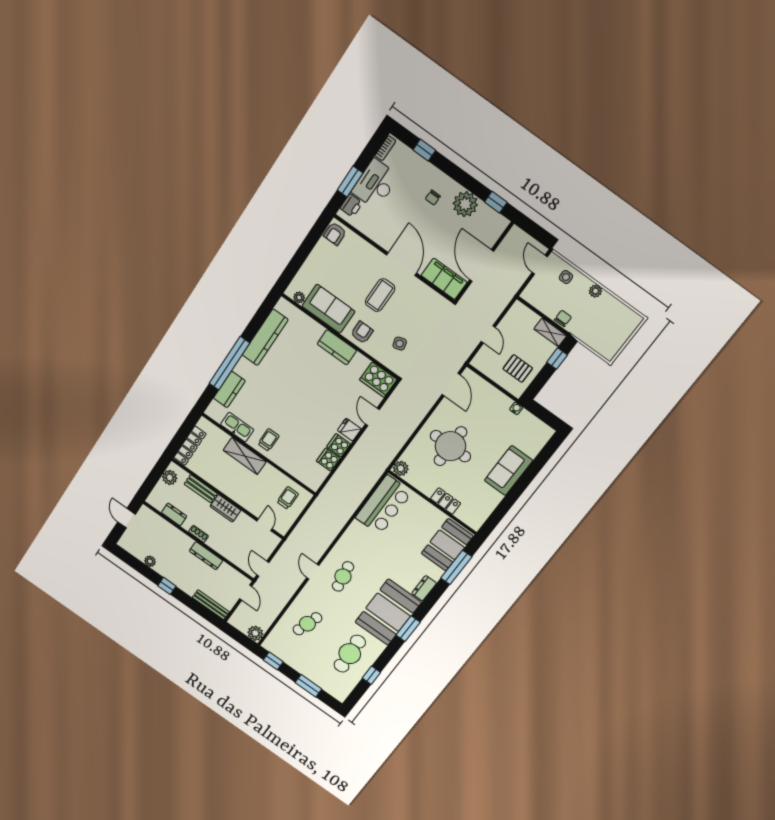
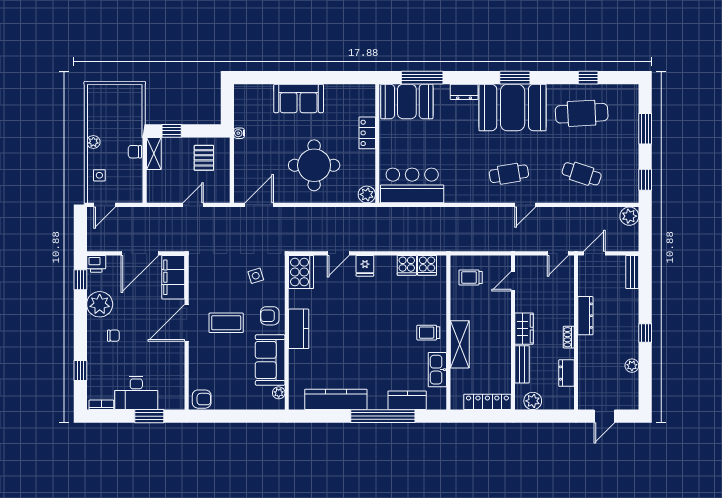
printer: (351, 206) -> (96, 264), moved, turned 180
cooker: (339, 445) -> (427, 265), moved
bench: (211, 605) -> (632, 272), width x0.73

